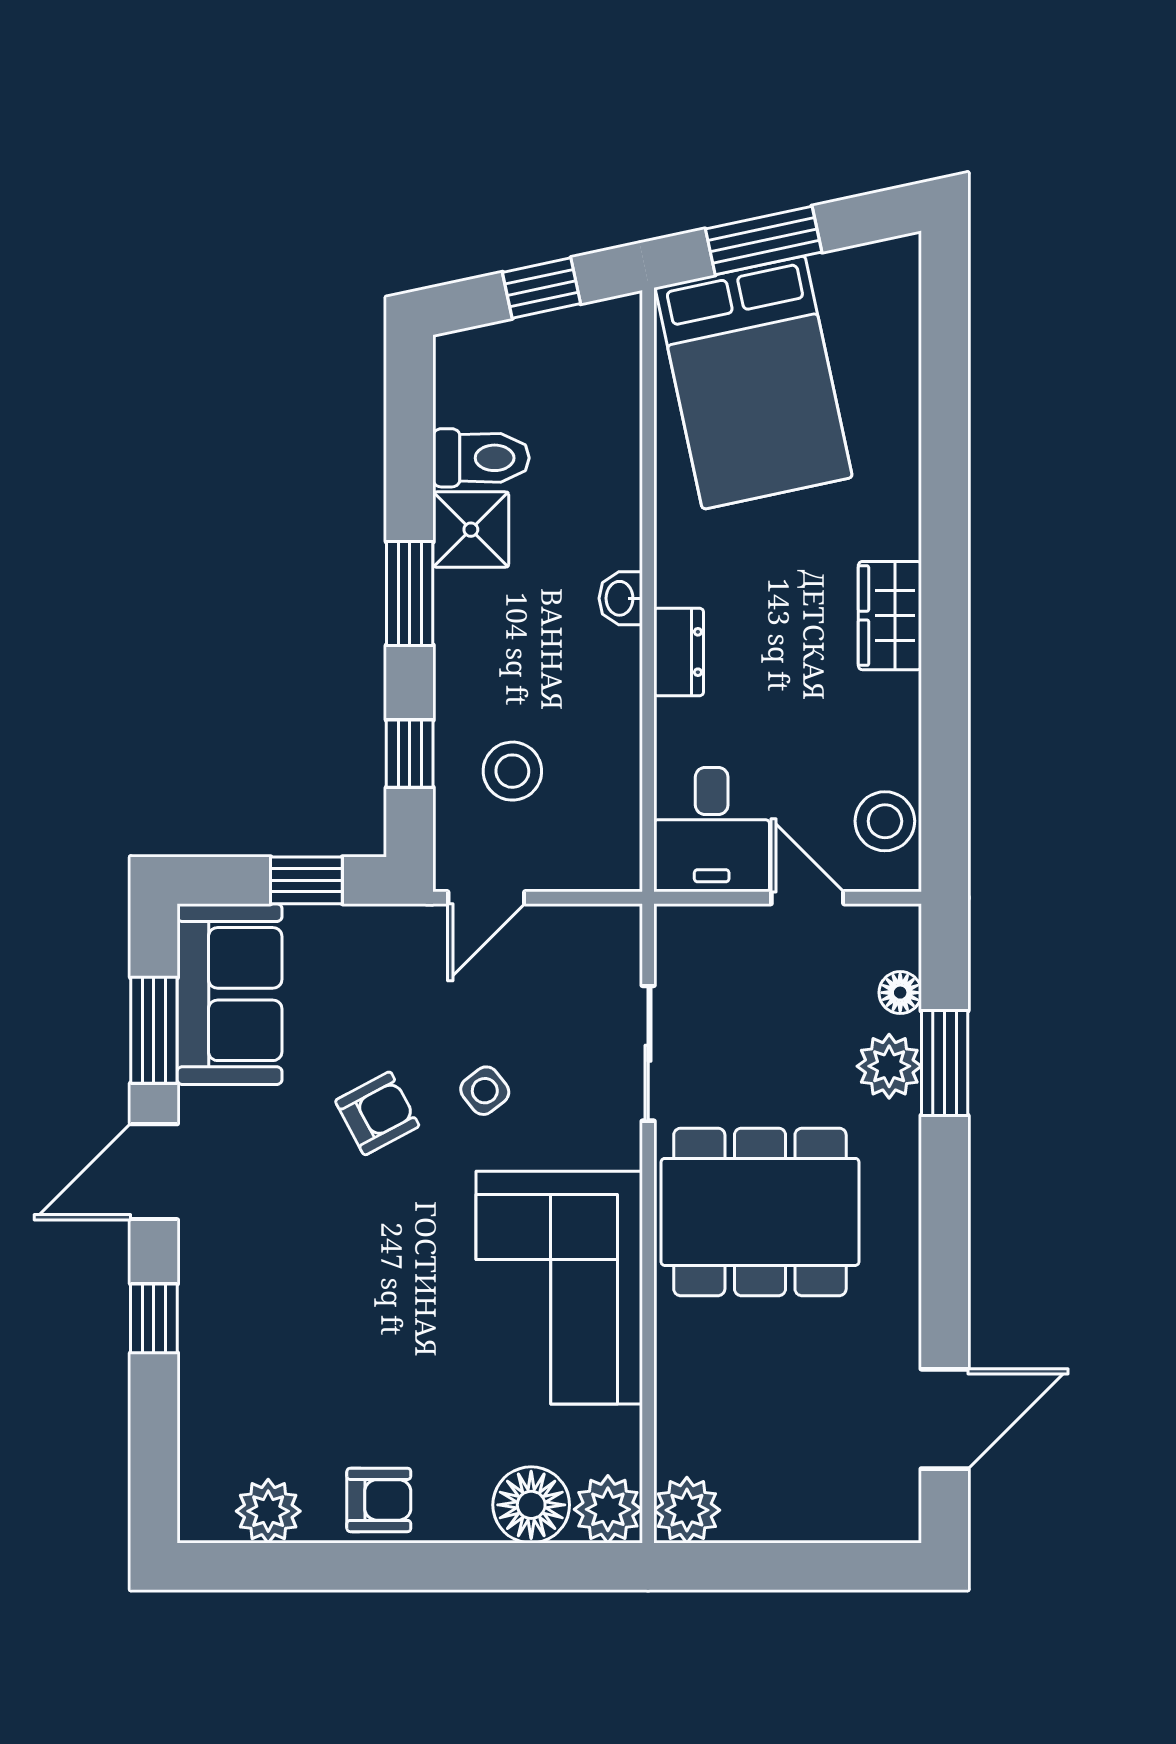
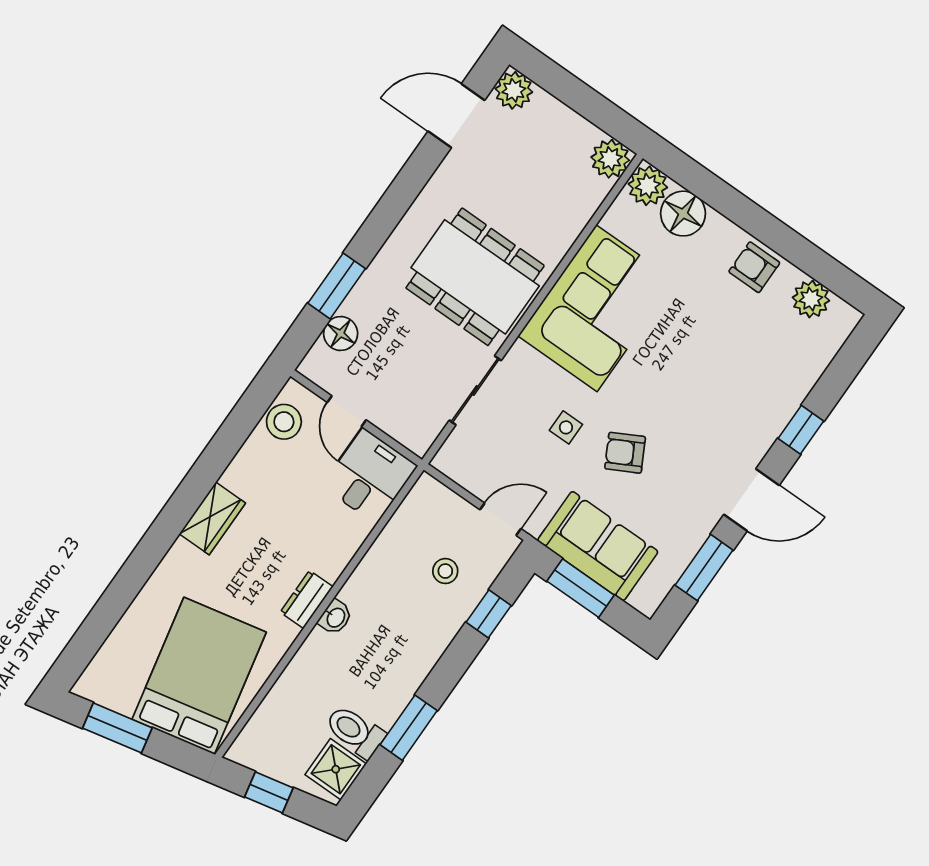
window: (764, 240) -> (117, 728), moved
shower: (471, 530) -> (336, 769), moved
window: (410, 593) -> (409, 728), moved
dresser: (679, 652) -> (307, 599), moved
stool: (512, 771) -> (445, 571), width x0.73, depth x0.73
window: (306, 880) -> (581, 588), width x1.50
floor lamp: (900, 993) -> (341, 334), width x1.37, depth x1.37
sofa: (230, 994) -> (598, 546), moved, turned 90
plant: (889, 1066) -> (514, 90), moved
side table: (485, 1091) -> (566, 427), turned 38

